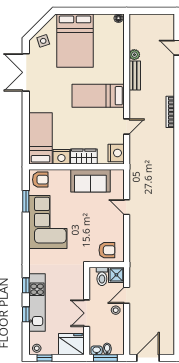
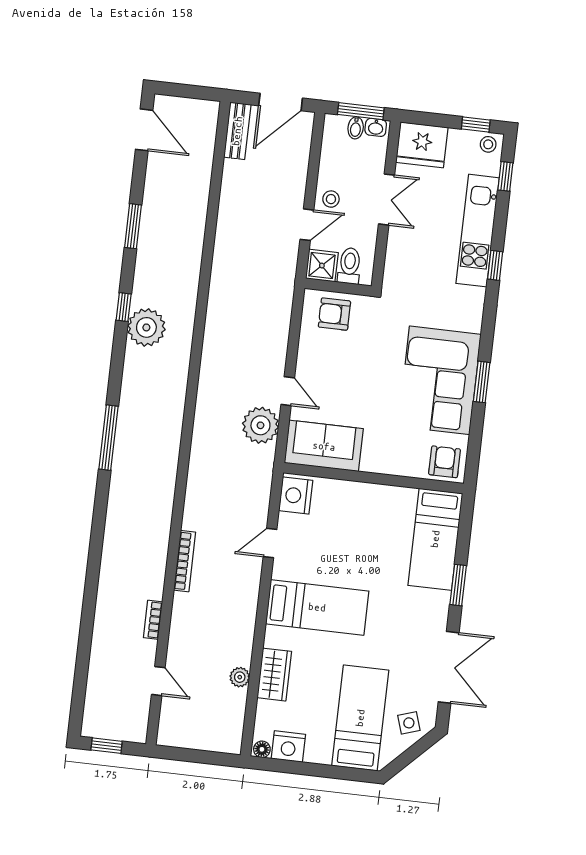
bed: (75, 41) -> (360, 718), width x0.67
bench: (135, 75) -> (237, 131), moved
window: (26, 116) -> (458, 585), added
nightstand: (61, 157) -> (288, 746), moved, turned 180
wardrobe: (84, 157) -> (274, 675), moved, turned -90
armchair: (40, 180) -> (445, 462), turned 90
sofa: (90, 181) -> (324, 446), moved
plant: (139, 188) -> (260, 425), added
window: (26, 201) -> (482, 382), moved
window: (26, 314) -> (505, 176), moved

